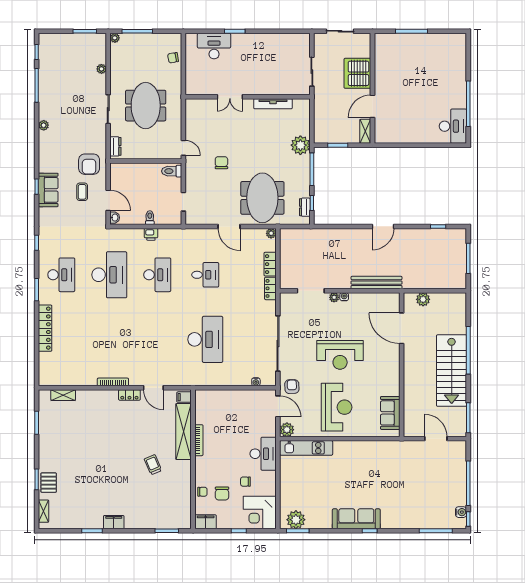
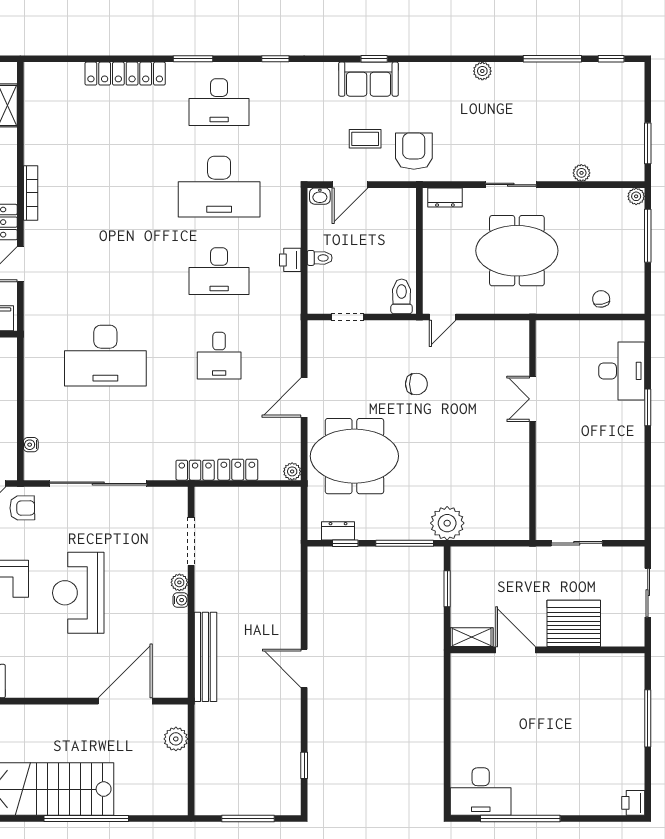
printer: (459, 39) -> (633, 803), added
tv unit: (273, 104) -> (520, 475), removed
armchair: (89, 164) -> (414, 151), turned 90

